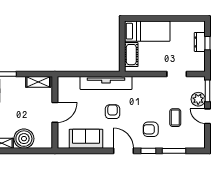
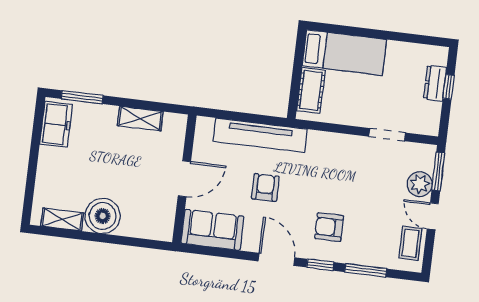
door: (55, 112) -> (184, 179), moved
wall: (55, 112) -> (184, 179), moved
coffee table: (175, 118) -> (410, 243), moved

